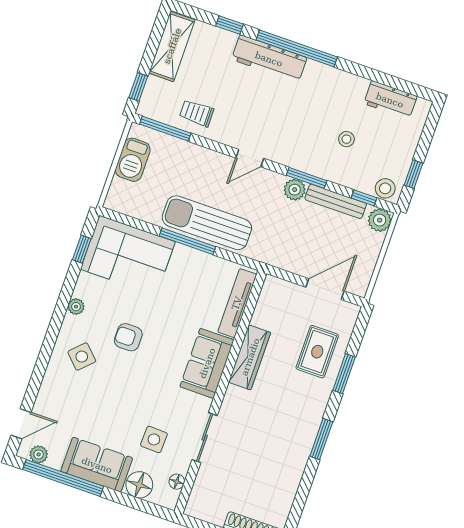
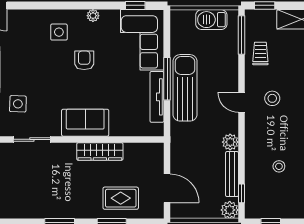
window: (307, 178) -> (242, 148), removed
stool: (385, 188) -> (272, 98), moved
tv unit: (237, 303) -> (157, 97), moved, turned -90
side table: (82, 357) -> (59, 32), turned 45

